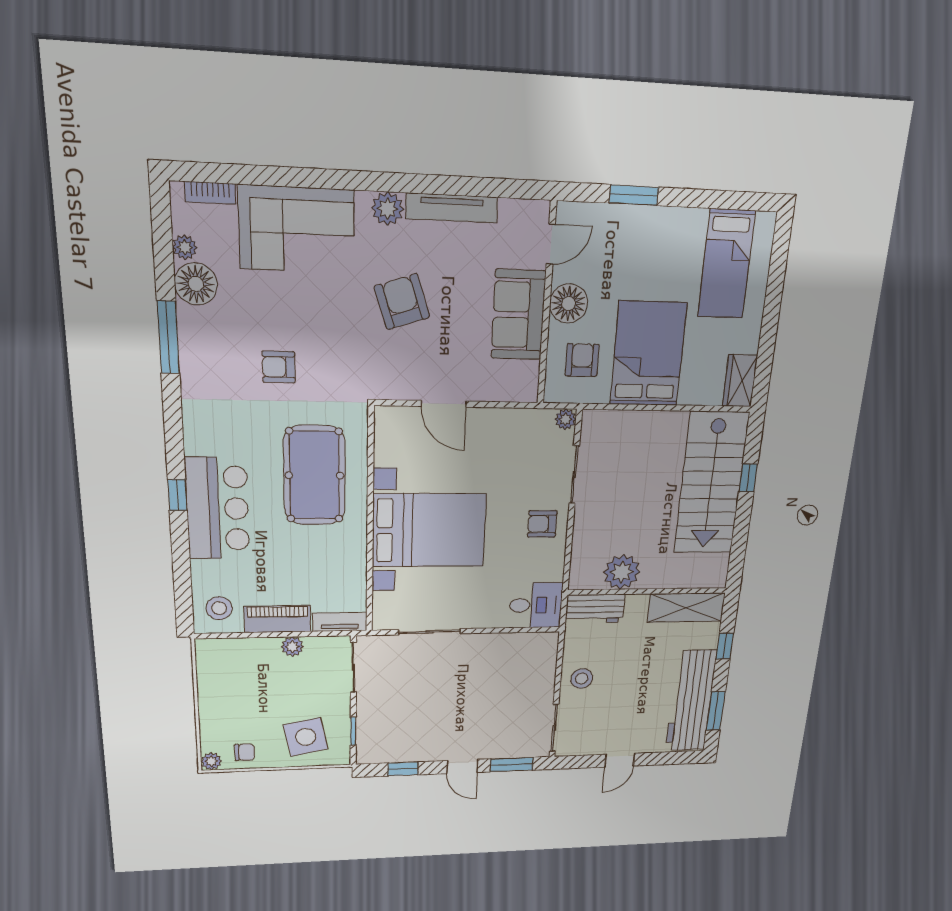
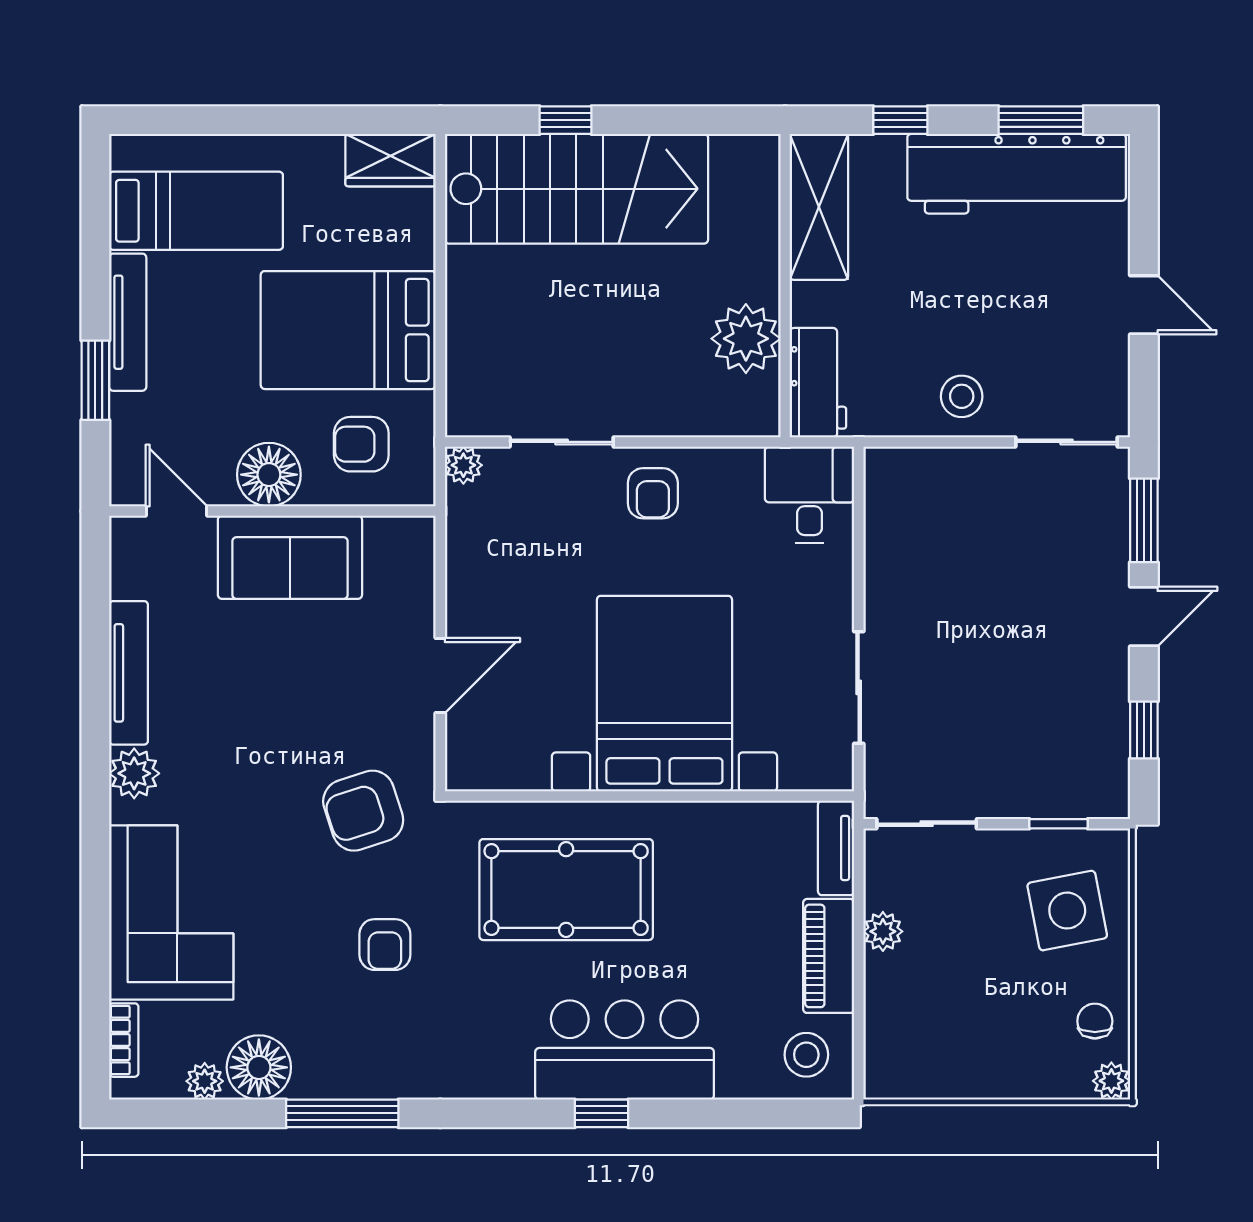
tv unit: (667, 218) -> (128, 322), added
armchair: (402, 302) -> (363, 811), moved

